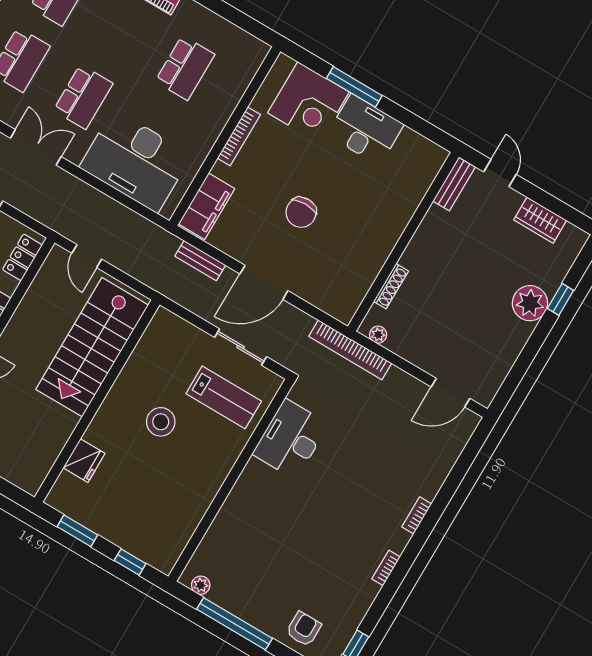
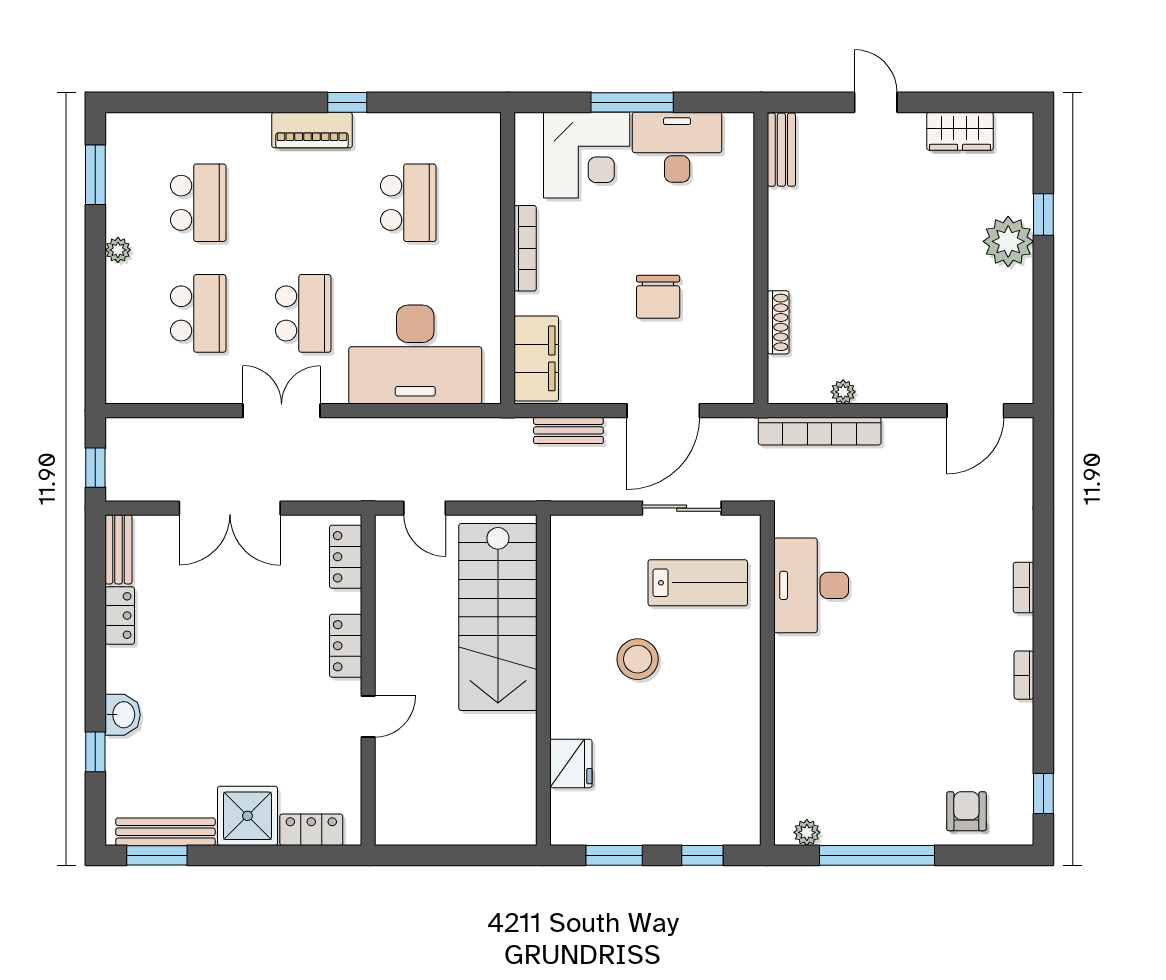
bench: (454, 184) -> (781, 150), moved
wall: (403, 242) -> (761, 258), moved
shoe rack: (391, 286) -> (778, 322), moved

